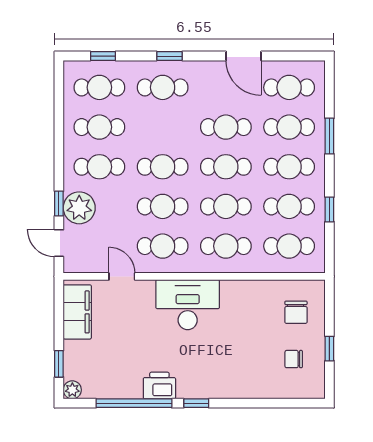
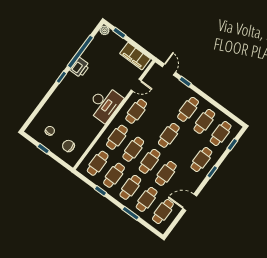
cafe table: (163, 206) -> (152, 123), removed
plant: (79, 208) -> (177, 89), removed
door: (59, 243) -> (169, 70), hinge flipped

